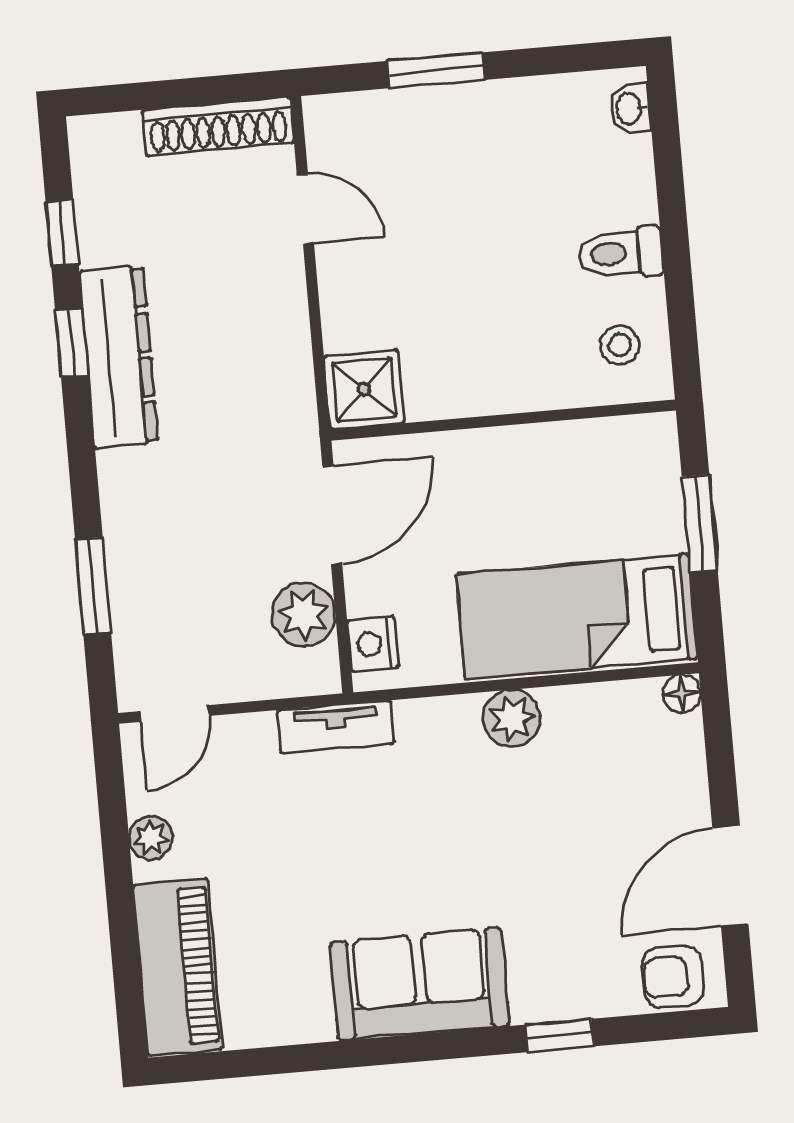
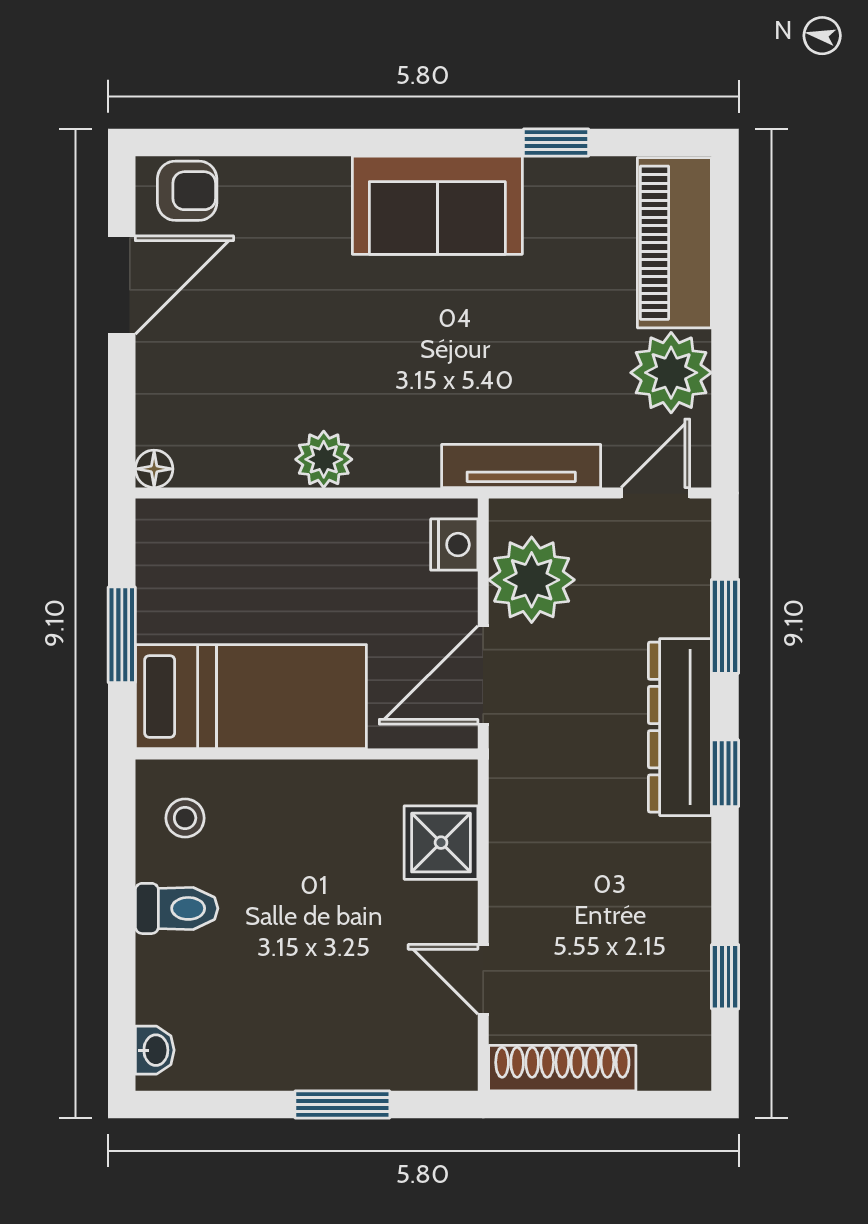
window: (72, 343) -> (725, 773), moved
dresser: (119, 357) -> (680, 727), moved
shower: (364, 389) -> (441, 843), moved
plant: (303, 614) -> (532, 580), width x1.36, depth x1.36
bed: (577, 616) -> (251, 697), moved
tv unit: (336, 727) -> (521, 466), width x1.41
plant: (151, 838) -> (671, 373), width x1.88, depth x1.88
window: (559, 1036) -> (556, 142), moved

